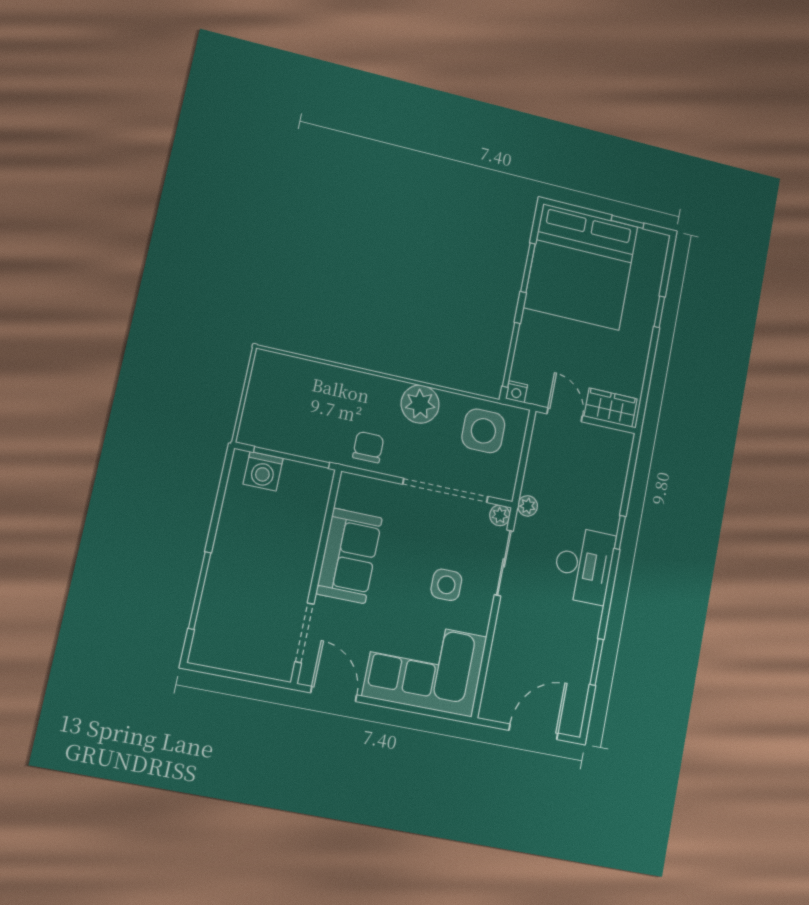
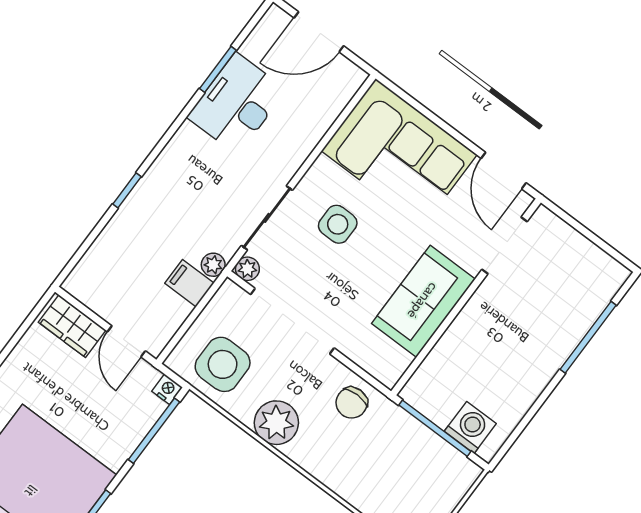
filing cabinet: (539, 483) -> (189, 283), added
desk: (584, 565) -> (237, 104), moved

